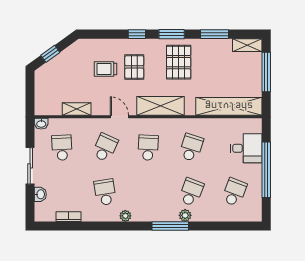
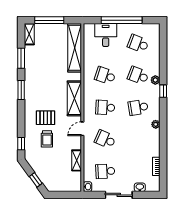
window: (137, 34) -> (21, 144), moved
pallet: (179, 62) -> (42, 85), removed
school desk: (105, 192) -> (138, 107), moved
window: (170, 226) -> (163, 91), width x0.46

